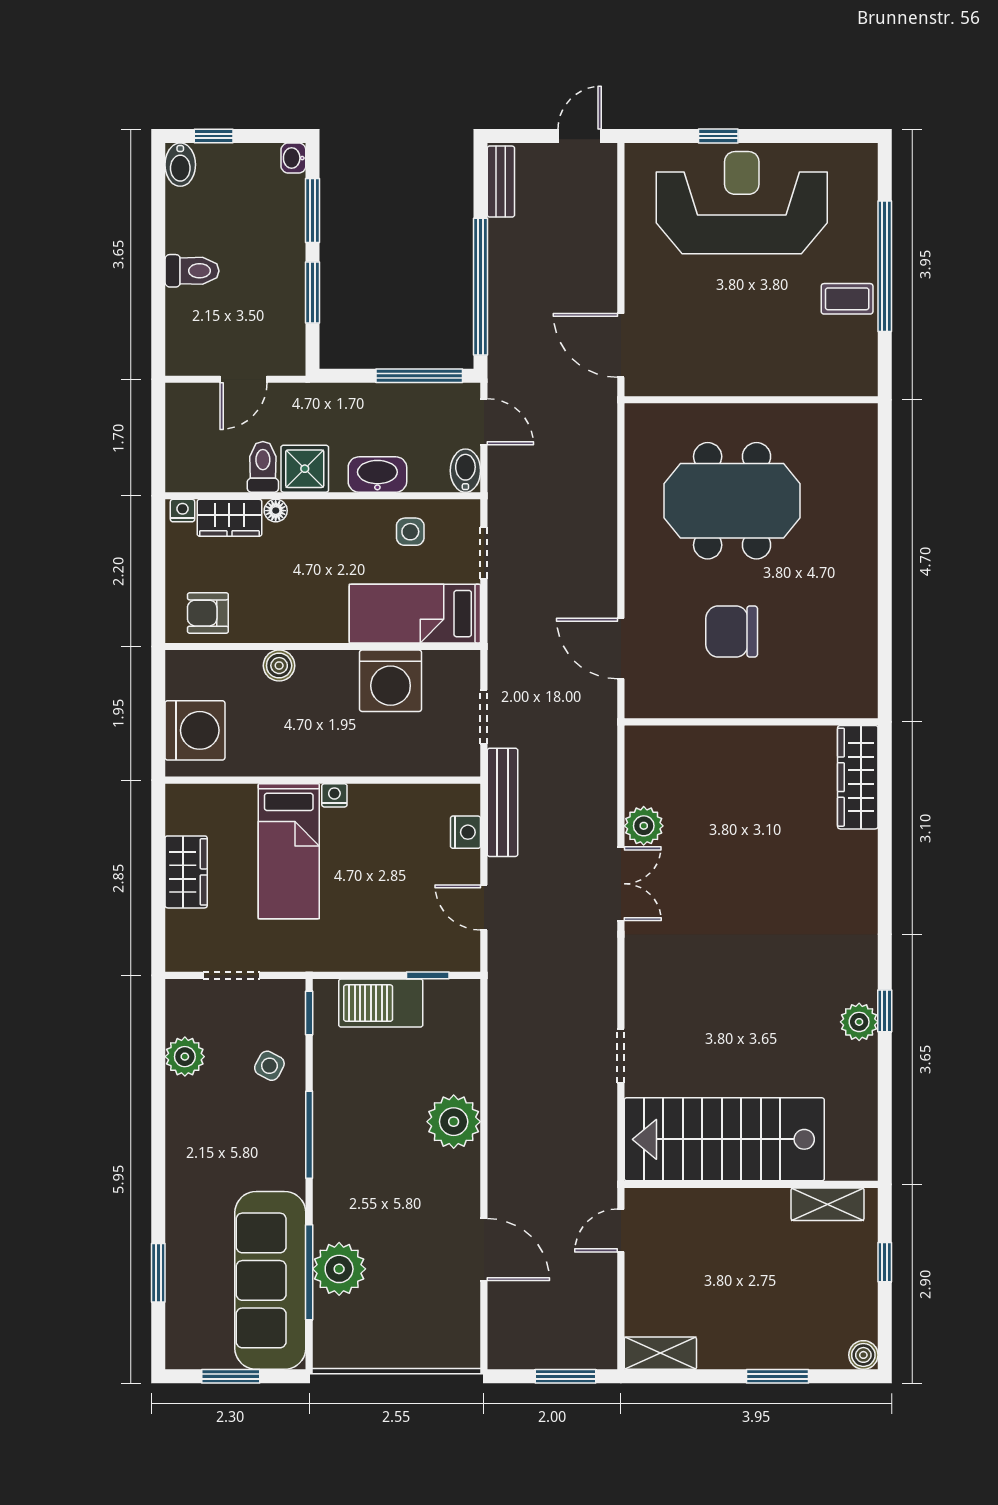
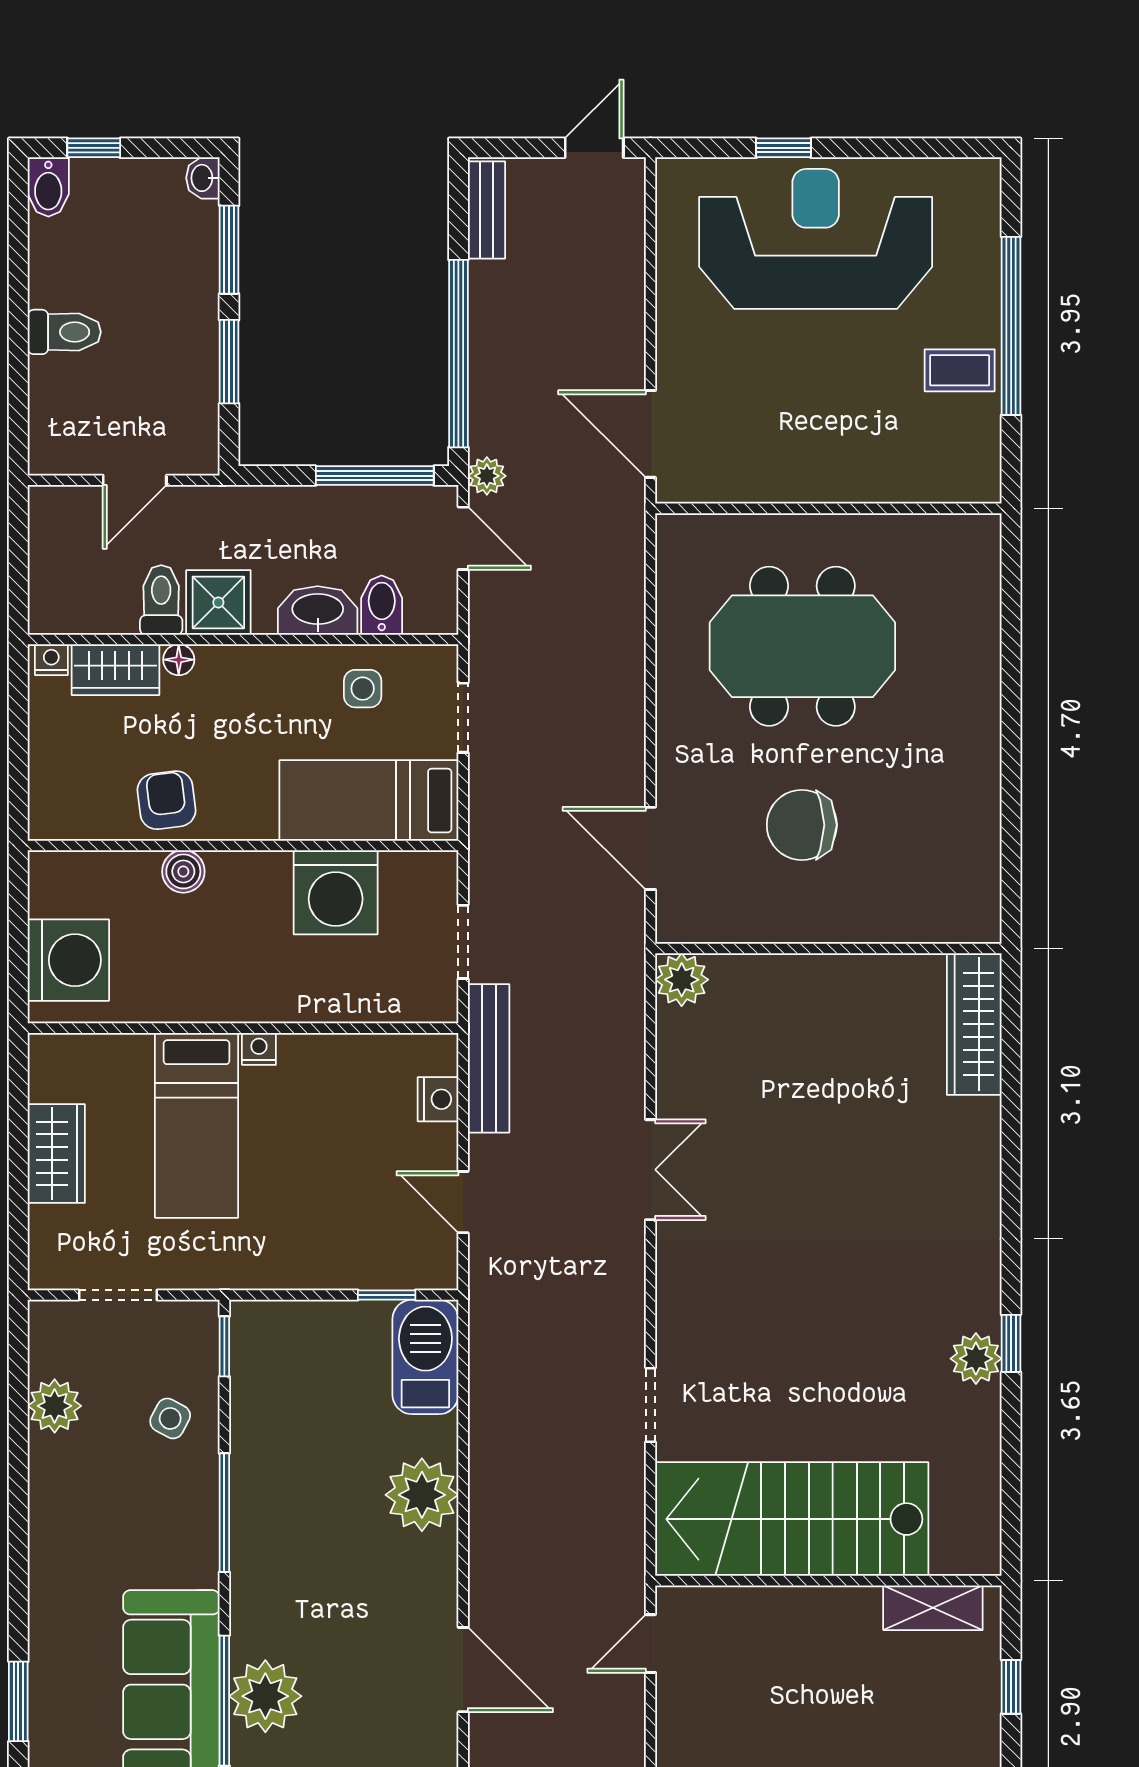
plant: (501, 376) -> (487, 476), added
bidet: (465, 471) -> (382, 605), moved
armchair: (208, 613) -> (167, 800), moved, turned 83
plant: (644, 826) -> (682, 980), moved
barbecue: (381, 1003) -> (425, 1357), moved, turned 90

